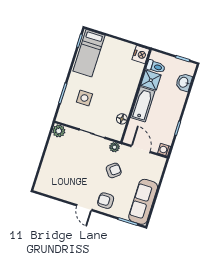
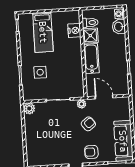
bed: (89, 53) -> (43, 32), moved
nightstand: (141, 55) -> (74, 30), moved
floor lamp: (122, 119) -> (79, 78), removed
washing machine: (164, 150) -> (120, 14), moved

